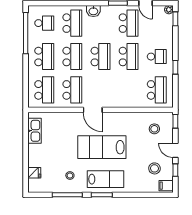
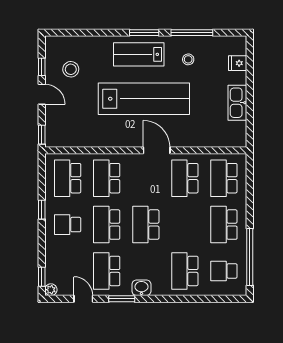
washbasin: (93, 11) -> (141, 288), moved
school desk: (72, 57) -> (107, 178), moved
stool: (154, 129) -> (71, 124), removed
kitchen sink: (34, 131) -> (237, 103), moved
lab bench: (102, 147) -> (144, 99), width x1.36
filing cabinet: (166, 186) -> (55, 45), removed

